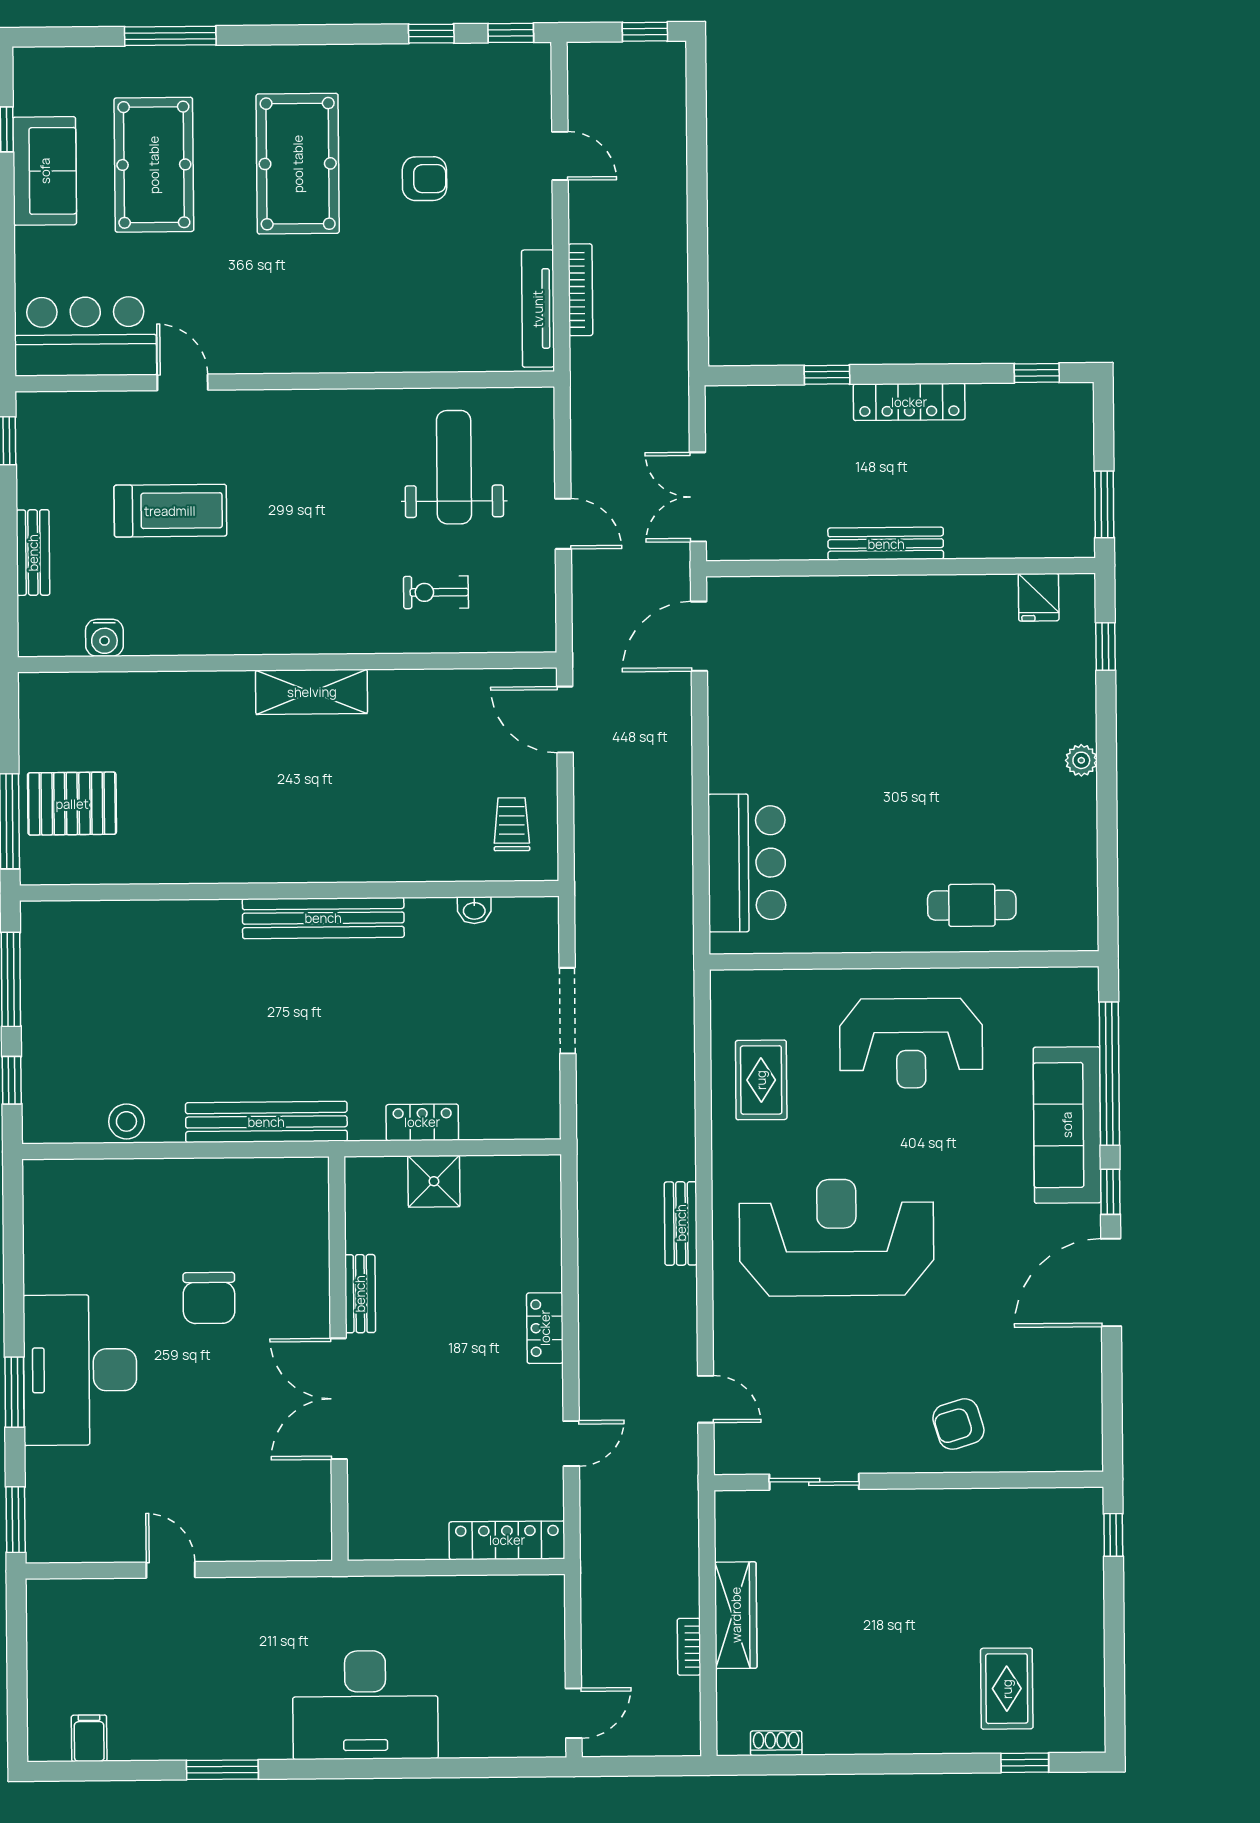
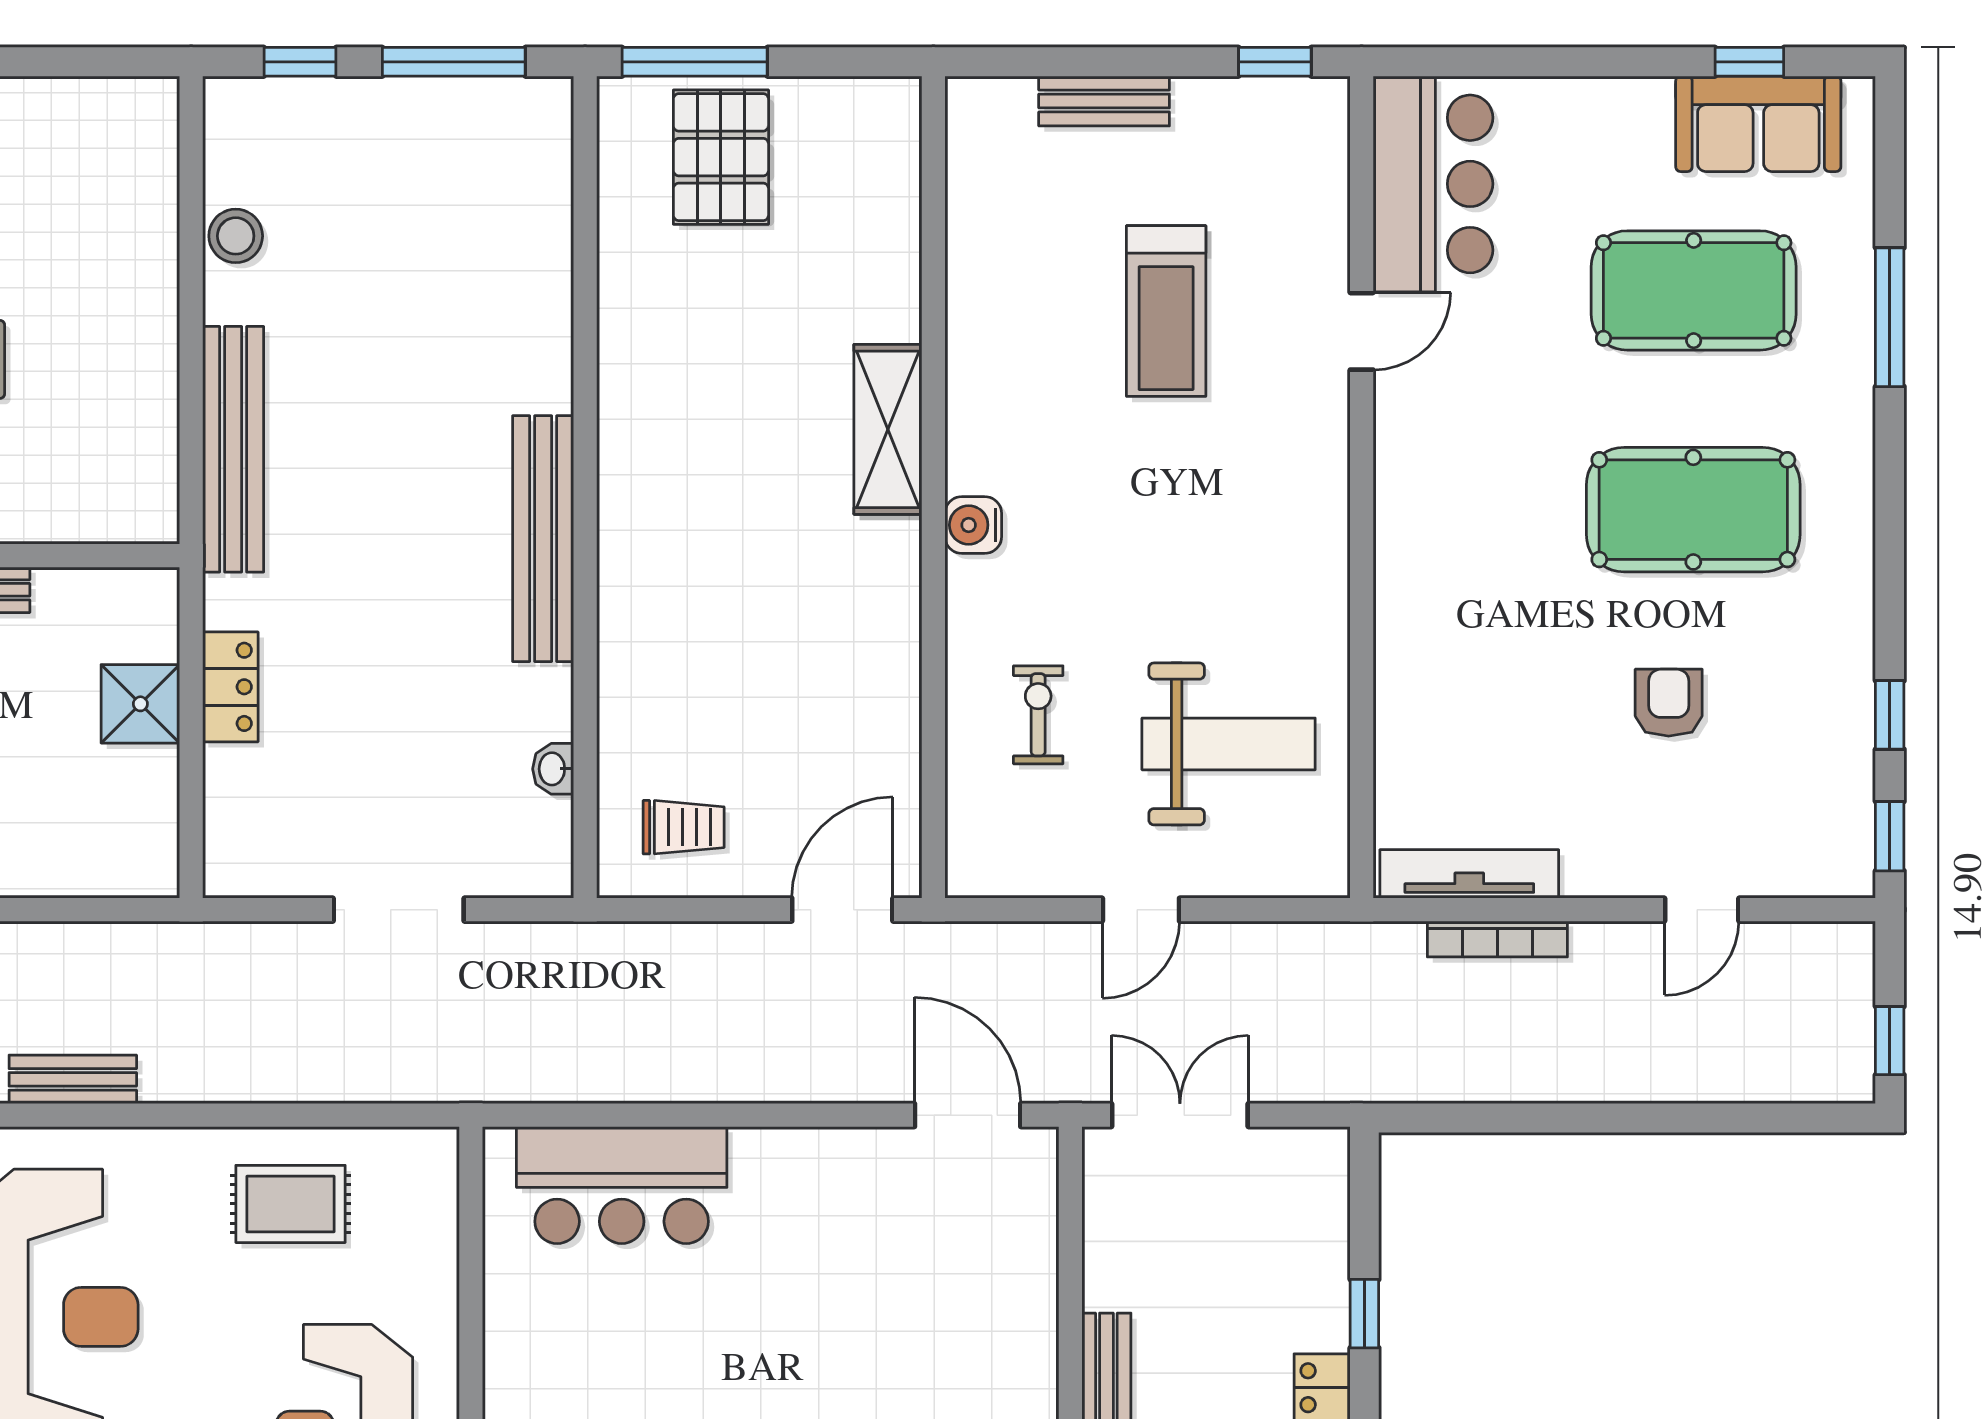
sofa: (45, 171) -> (1758, 124), moved
armchair: (424, 179) -> (1669, 703), turned 180
water cooler: (104, 638) -> (973, 525), moved
shelving: (312, 692) -> (888, 429), moved

